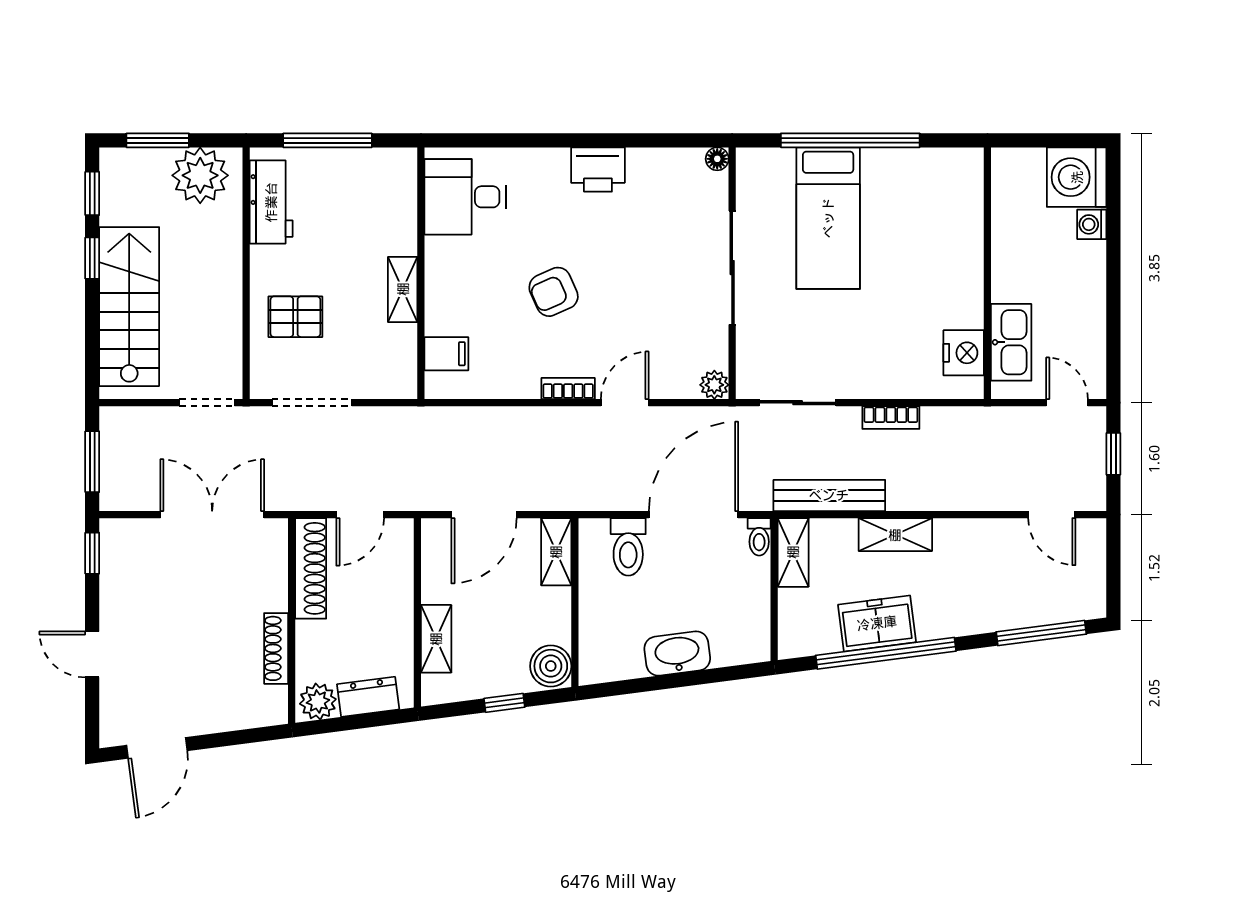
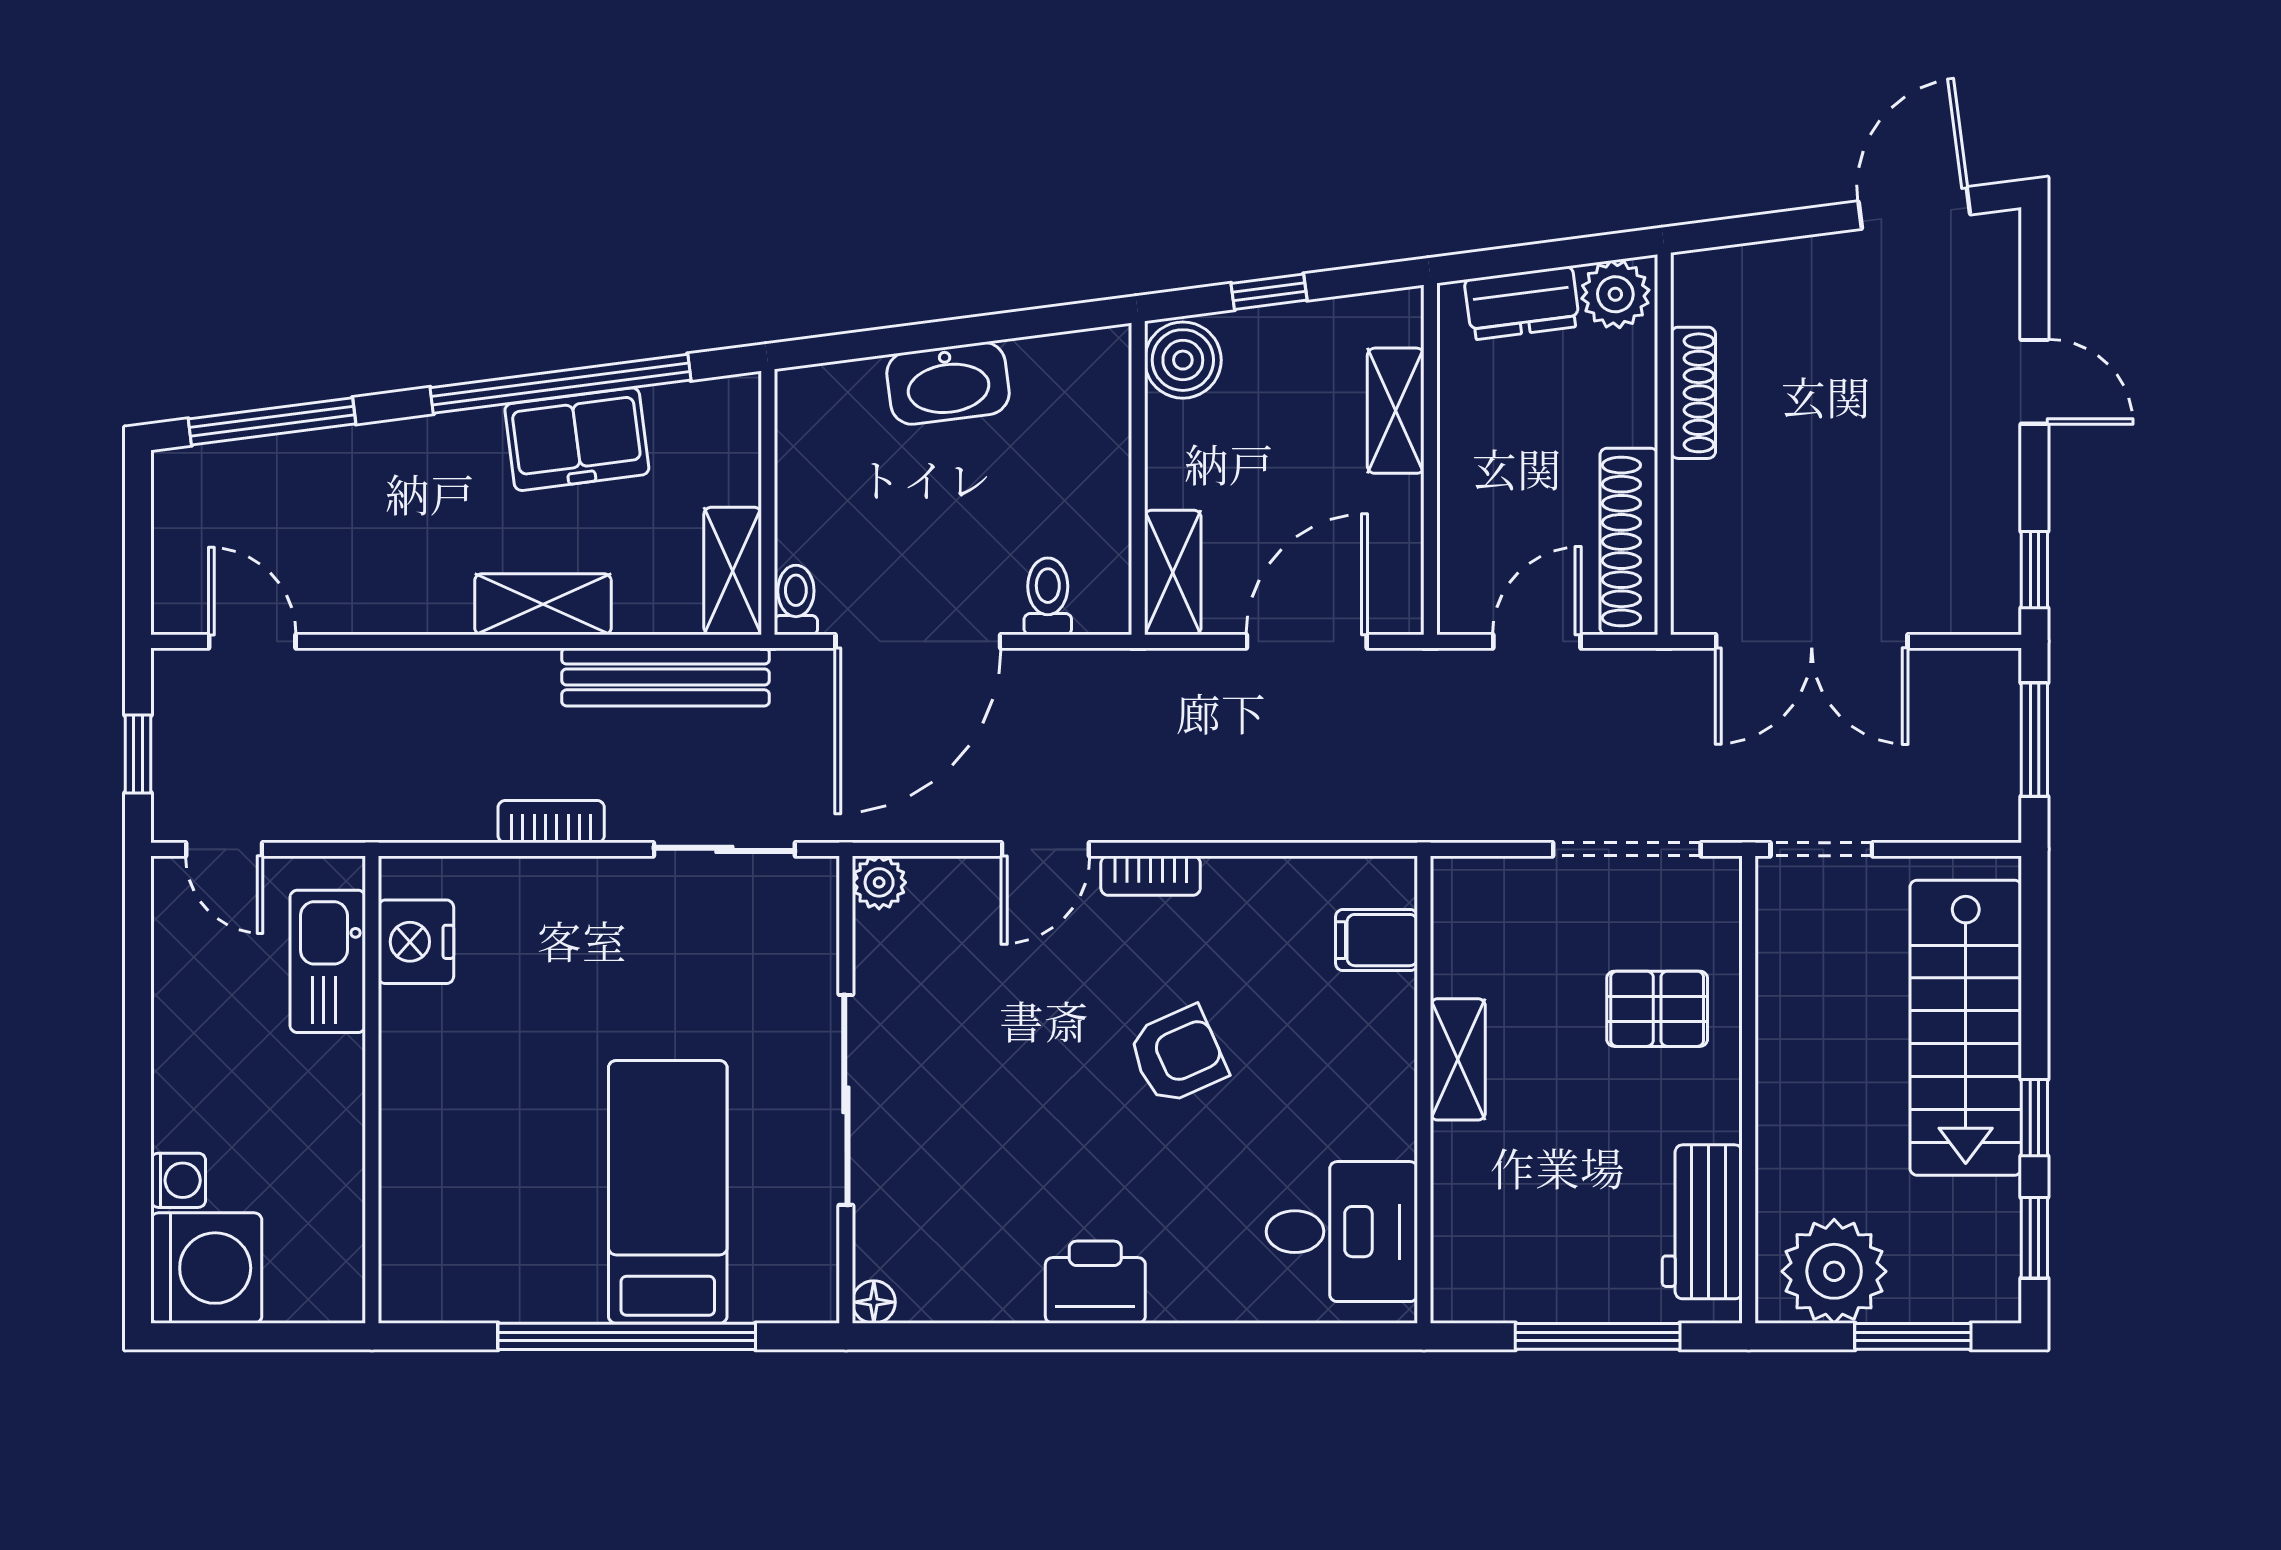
toilet: (628, 547) -> (1048, 596), width x0.73, depth x0.72

